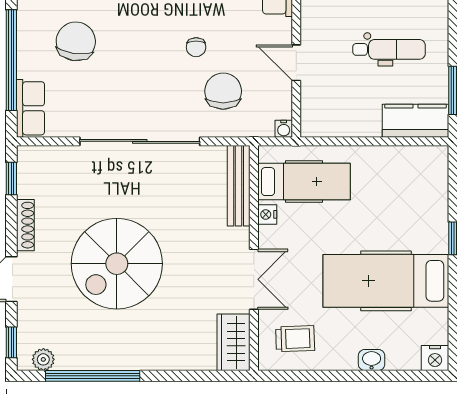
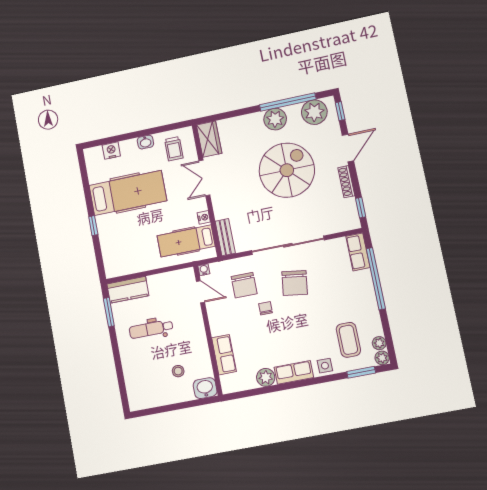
chair: (76, 41) -> (295, 283), moved
door: (296, 63) -> (200, 292), moved
bench: (239, 186) -> (225, 237), width x0.73
trolley: (295, 339) -> (174, 149), turned -88
plant: (119, 352) -> (275, 119), added
nightstand: (435, 358) -> (111, 151), moved
plant: (43, 359) -> (314, 112), width x1.88, depth x1.88
washbasin: (372, 360) -> (145, 142), moved

